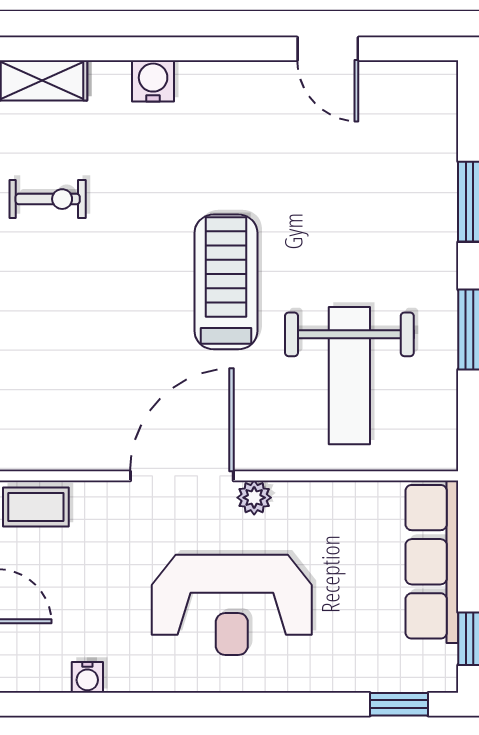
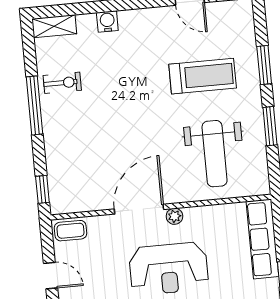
treadmill: (226, 282) -> (203, 76), moved, turned 90

